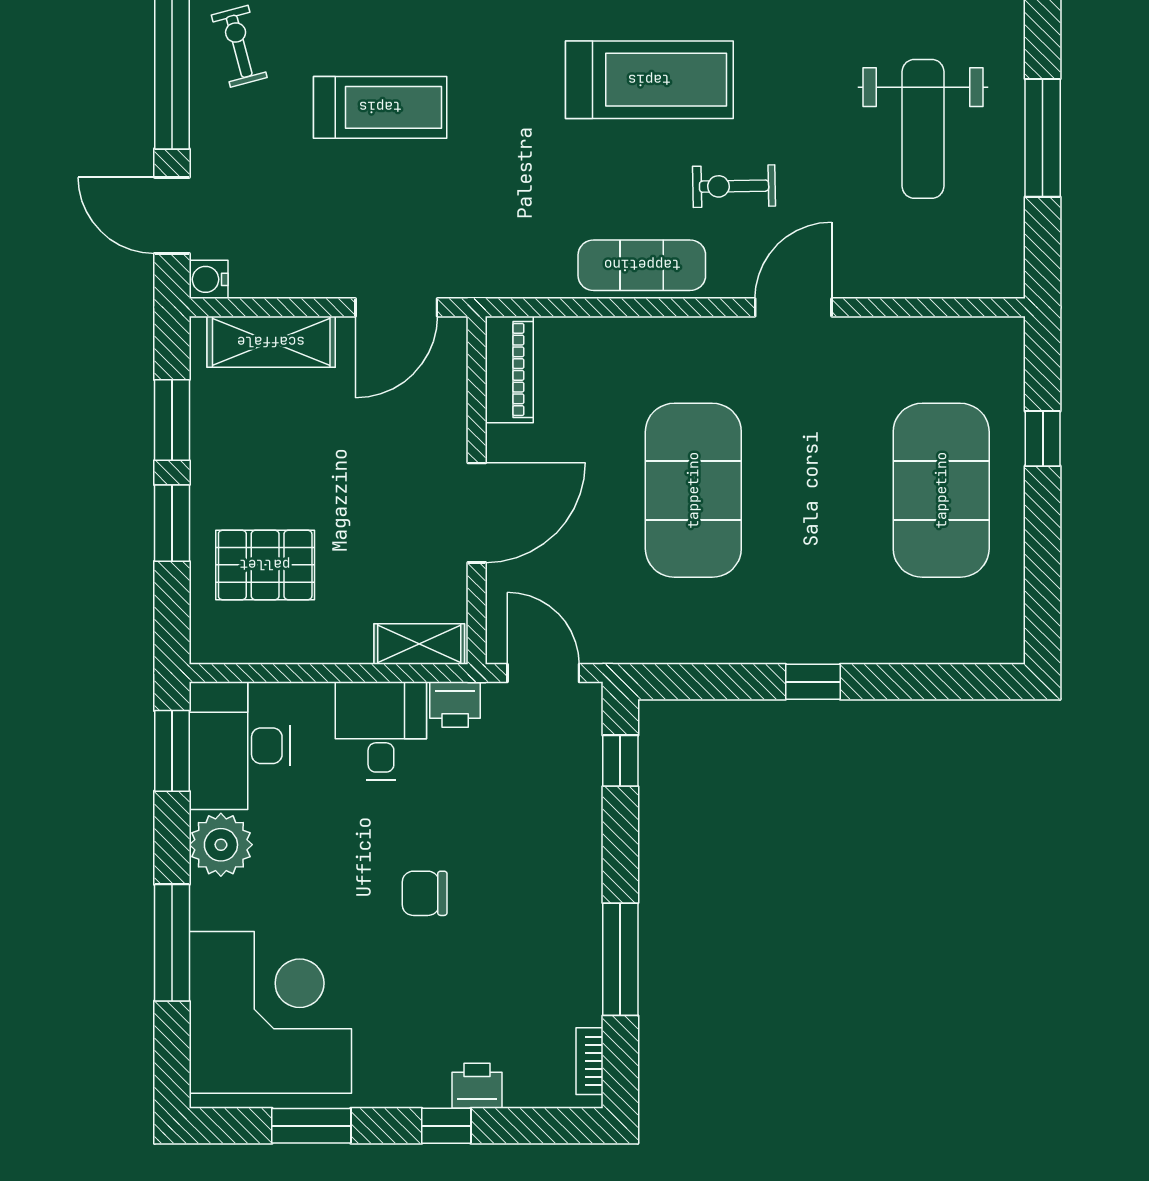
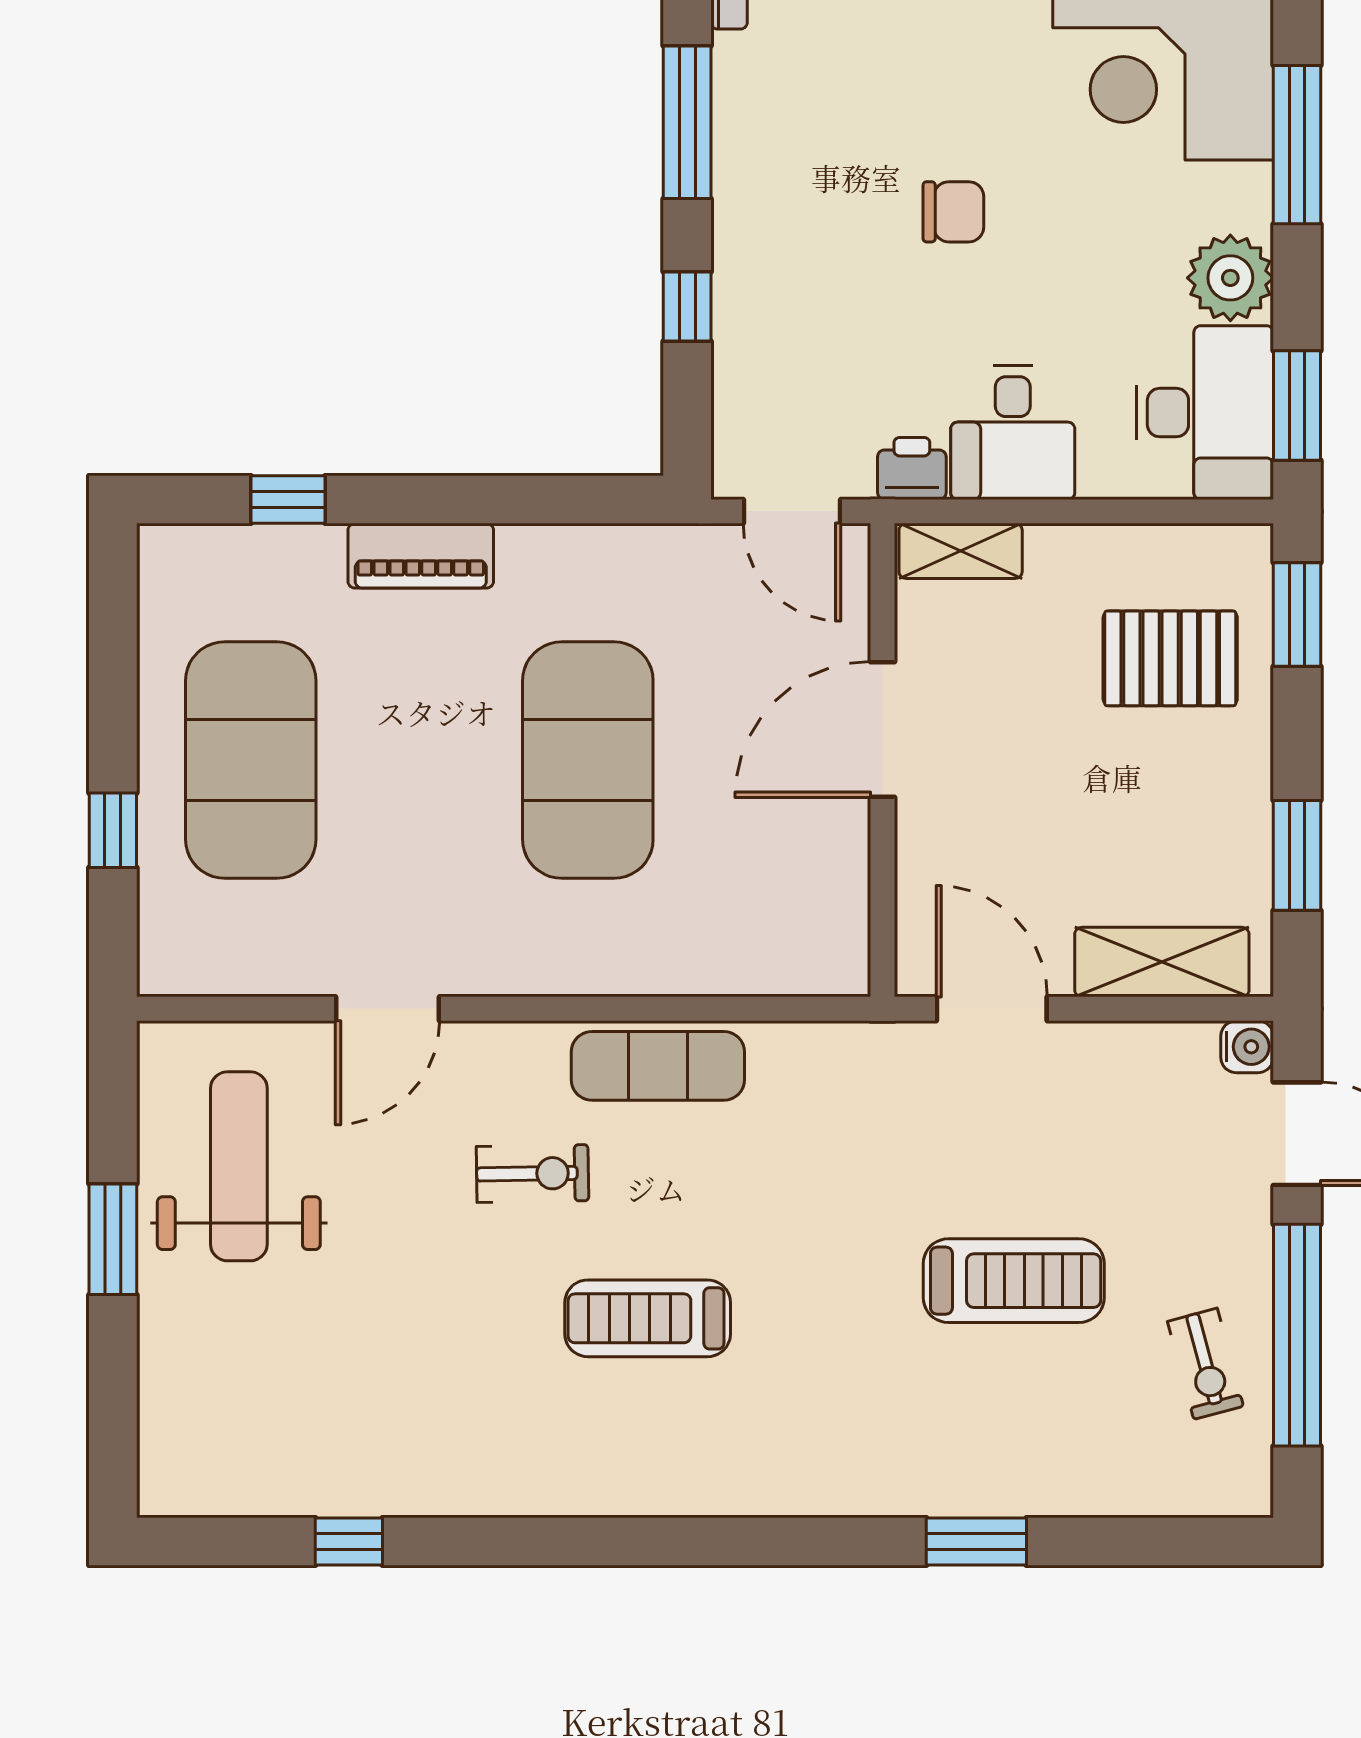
treadmill: (649, 80) -> (648, 1318), width x0.73, depth x0.73
treadmill: (380, 107) -> (1014, 1281), turned 180
weight bench: (923, 129) -> (239, 1166), moved
window: (1043, 138) -> (113, 1239), width x0.69
door: (396, 307) -> (992, 1009), hinge flipped
door: (793, 307) -> (387, 1009), moved
piano: (509, 369) -> (421, 556), moved, turned -90
window: (172, 523) -> (1297, 615), moved
window: (813, 682) -> (288, 500), moved
window: (620, 761) -> (687, 306), moved

